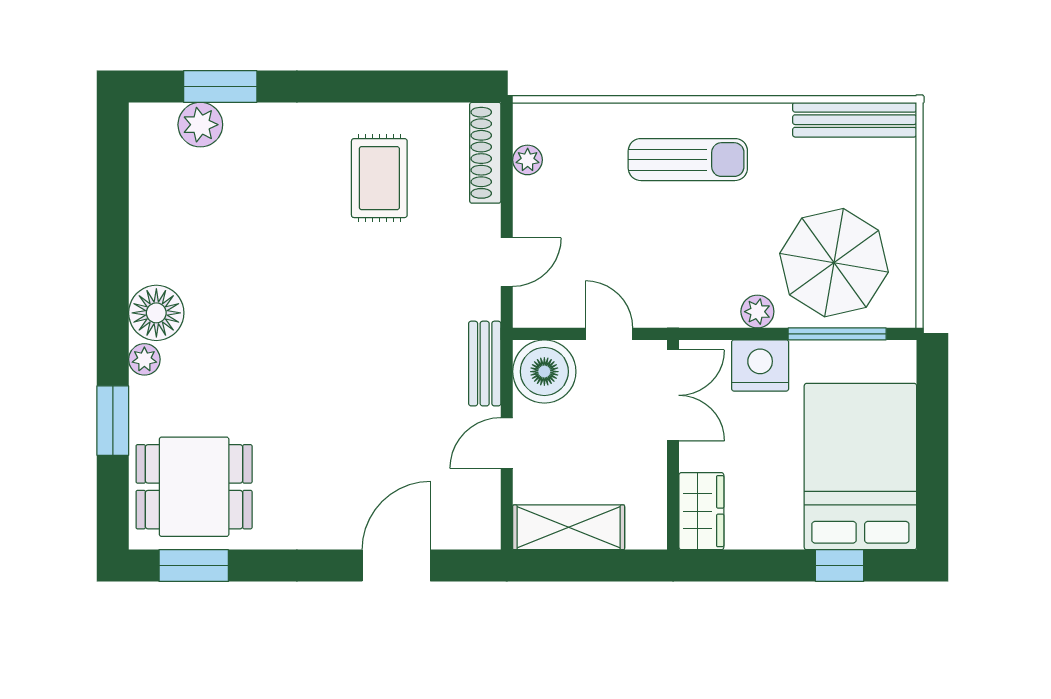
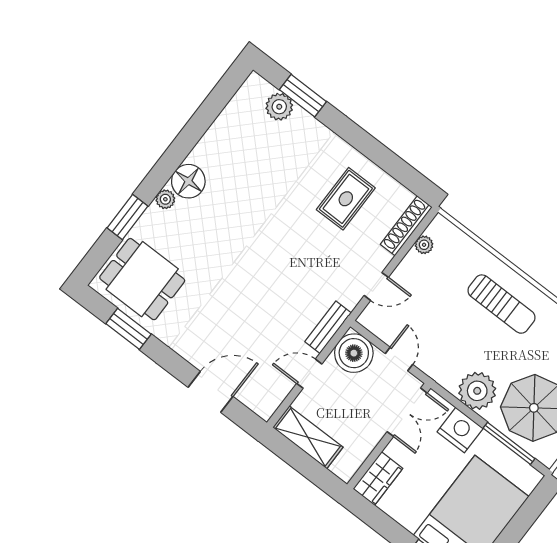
plant: (757, 312) -> (477, 391), width x1.88, depth x1.88
window: (194, 566) -> (128, 329), moved

